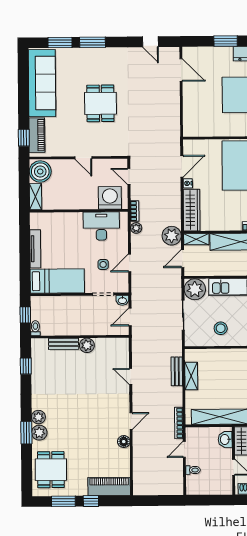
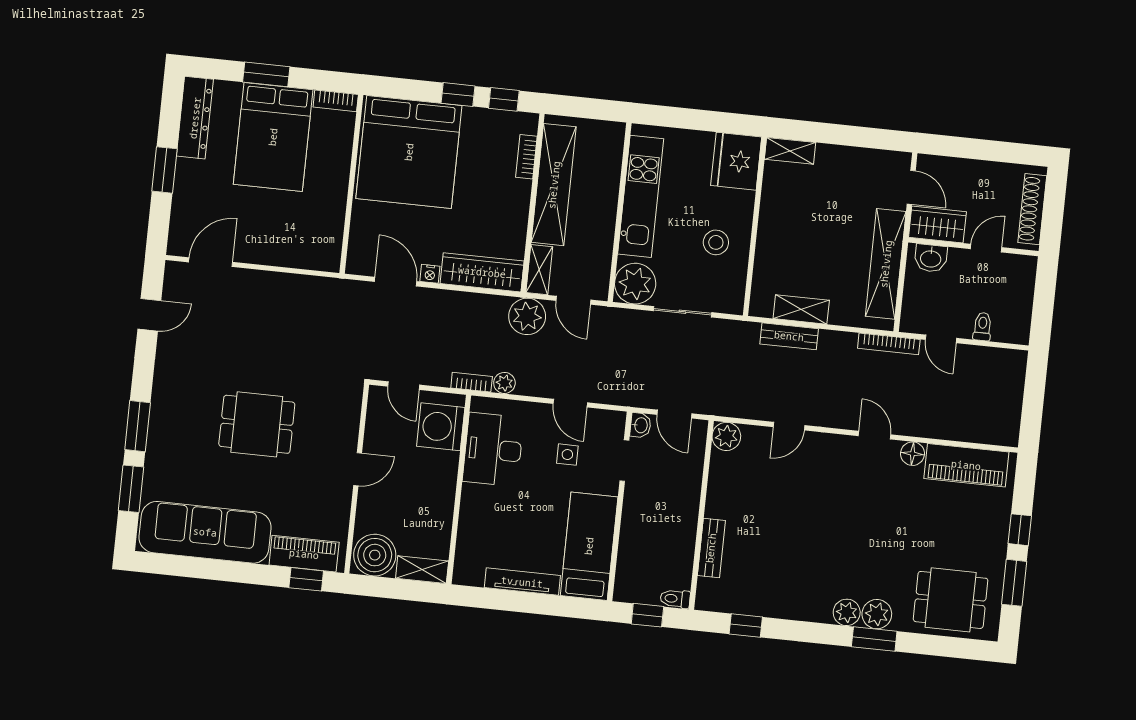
door: (129, 176) -> (404, 386), hinge flipped
plant: (87, 345) -> (726, 436), moved
piano: (109, 486) -> (966, 465), moved, turned -90

